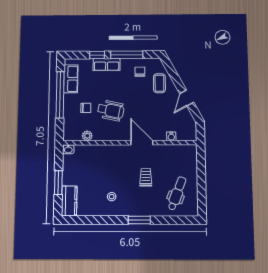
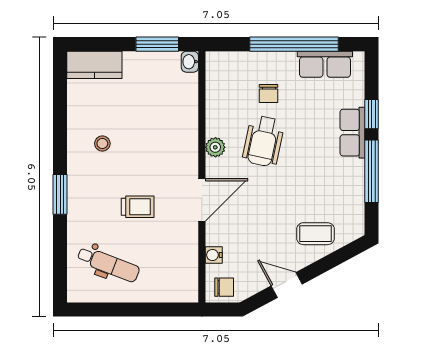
chair: (140, 72) -> (224, 287), moved
plant: (87, 136) -> (215, 147), moved
window: (58, 183) -> (157, 44), moved

